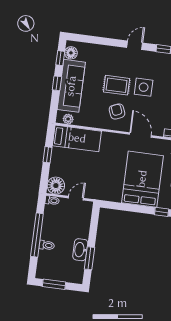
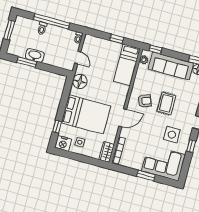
window: (57, 83) -> (155, 49), moved
side table: (144, 87) -> (172, 135), moved
floor lamp: (56, 186) -> (80, 81), moved

